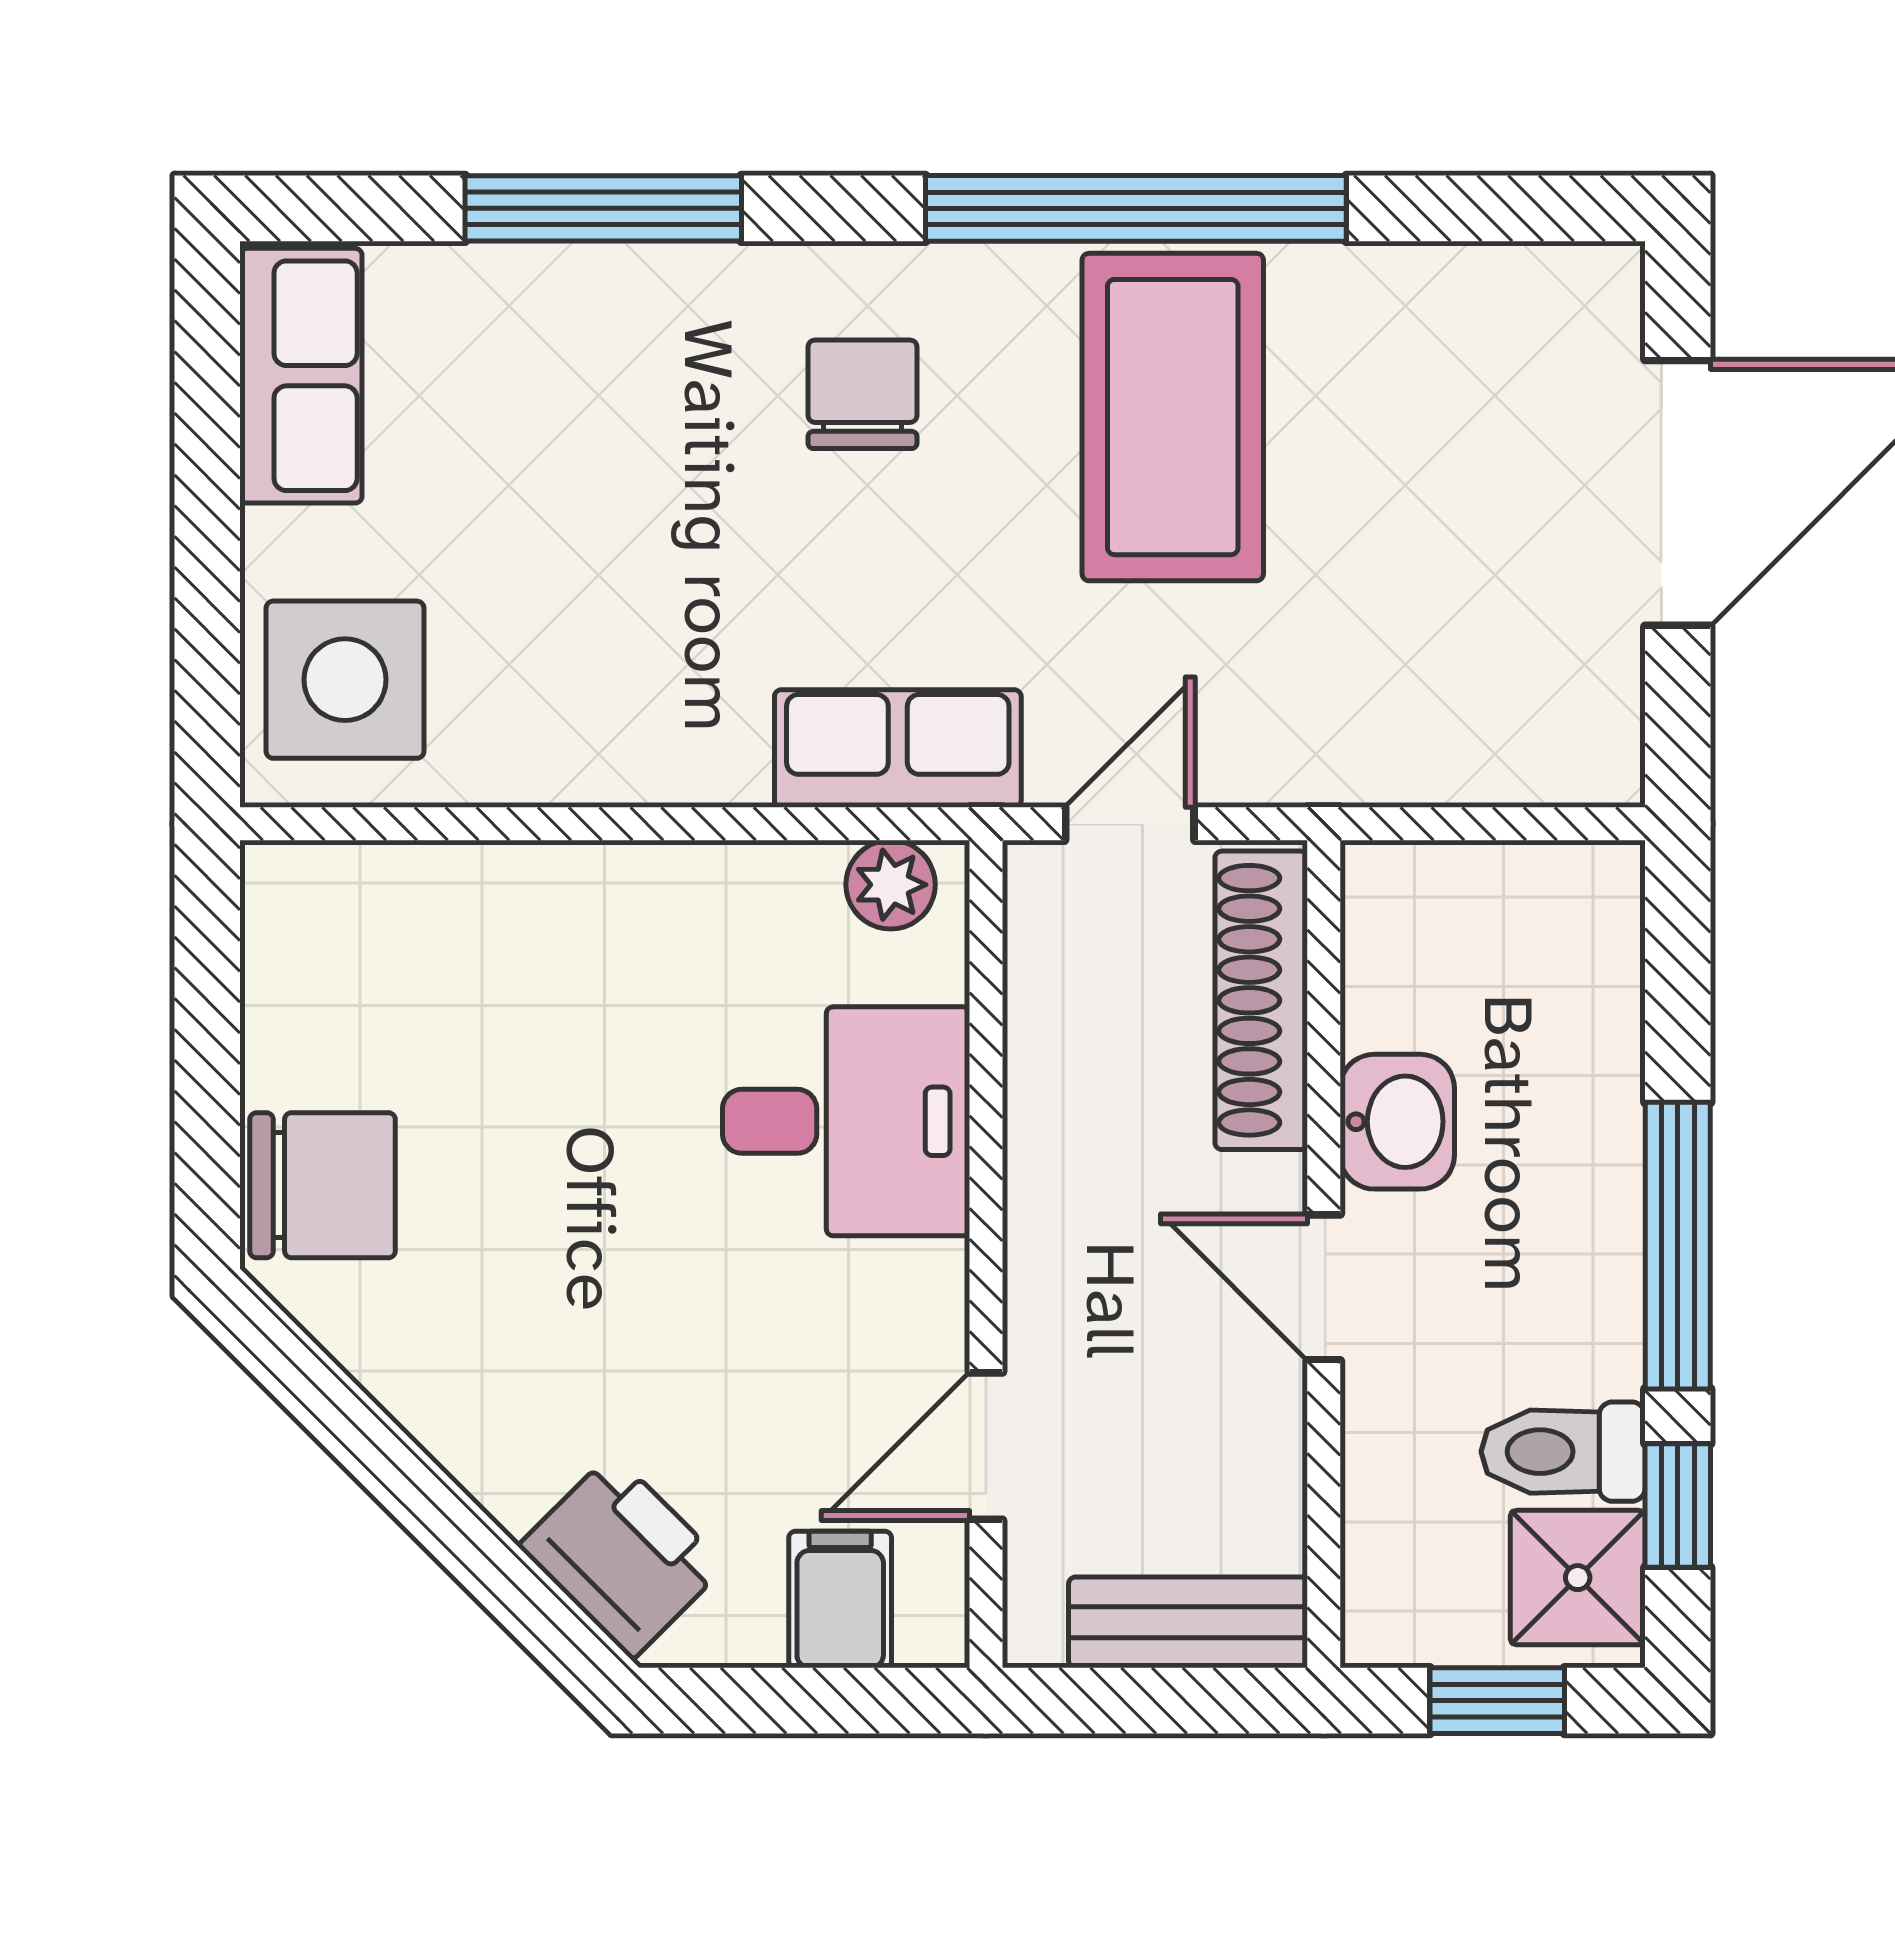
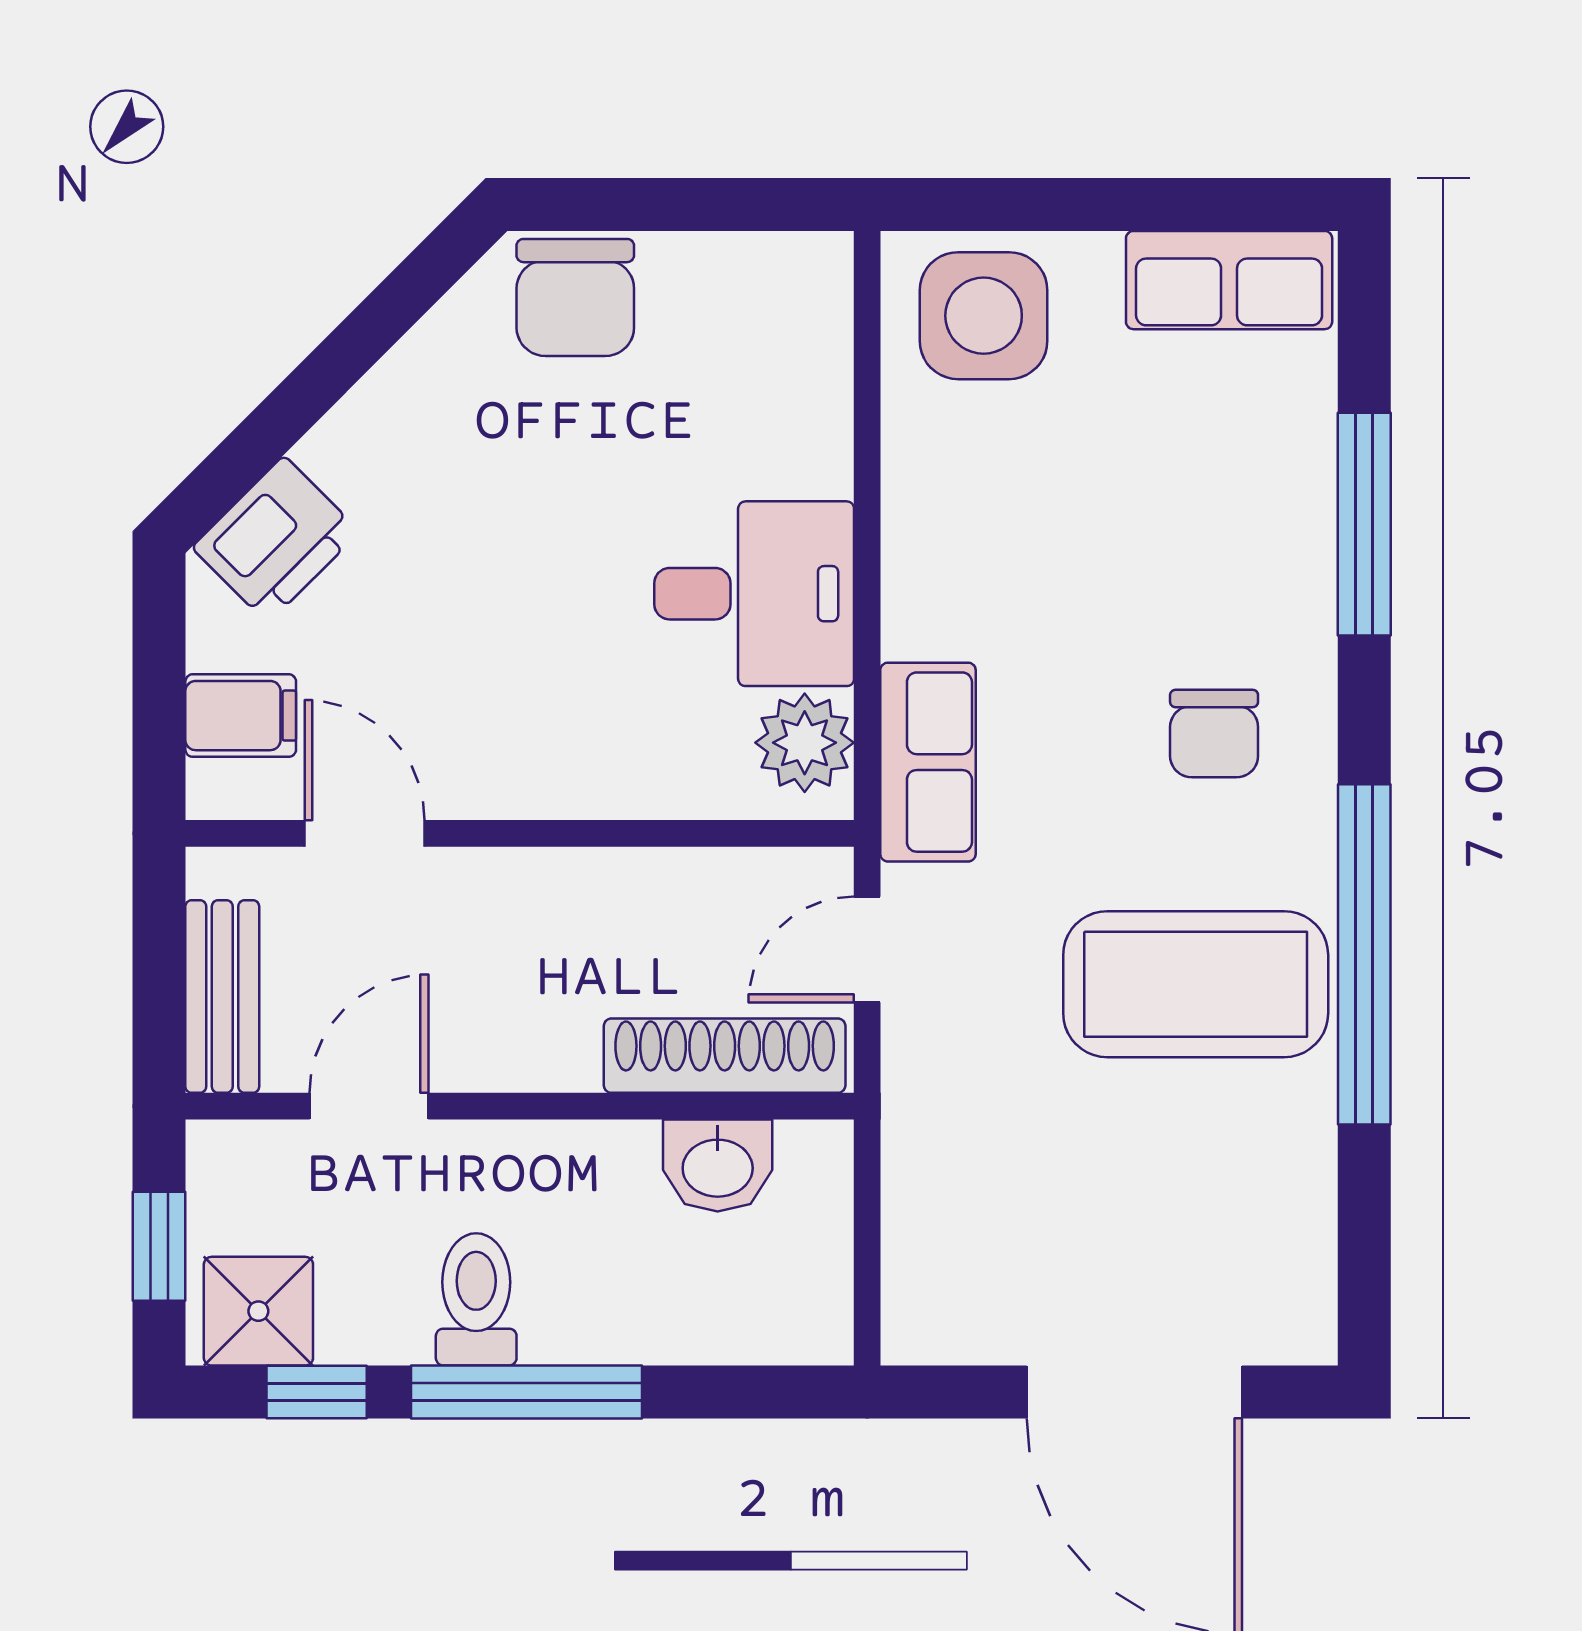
chair: (862, 394) -> (1214, 734), turned 90
door: (1130, 824) -> (867, 949), swing flipped
plant: (891, 885) -> (805, 743), width x1.38, depth x1.38
desk: (846, 1121) -> (754, 594), moved, turned -90
washbasin: (1397, 1122) -> (718, 1165), moved
door: (1324, 1287) -> (369, 1106), moved
toilet: (1563, 1452) -> (476, 1299), moved

